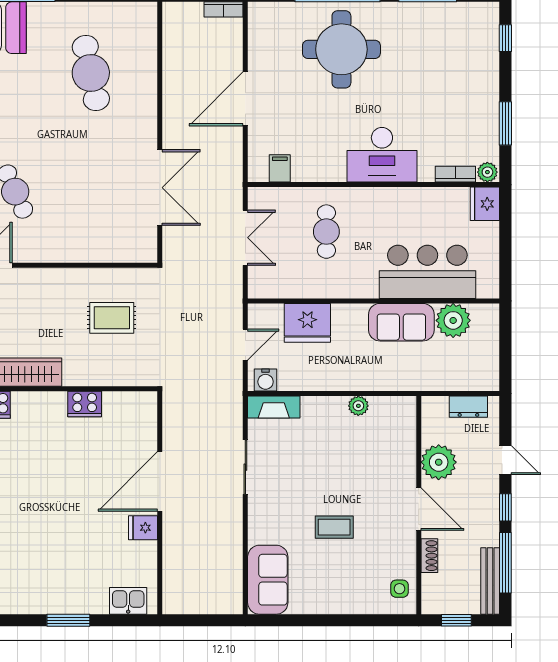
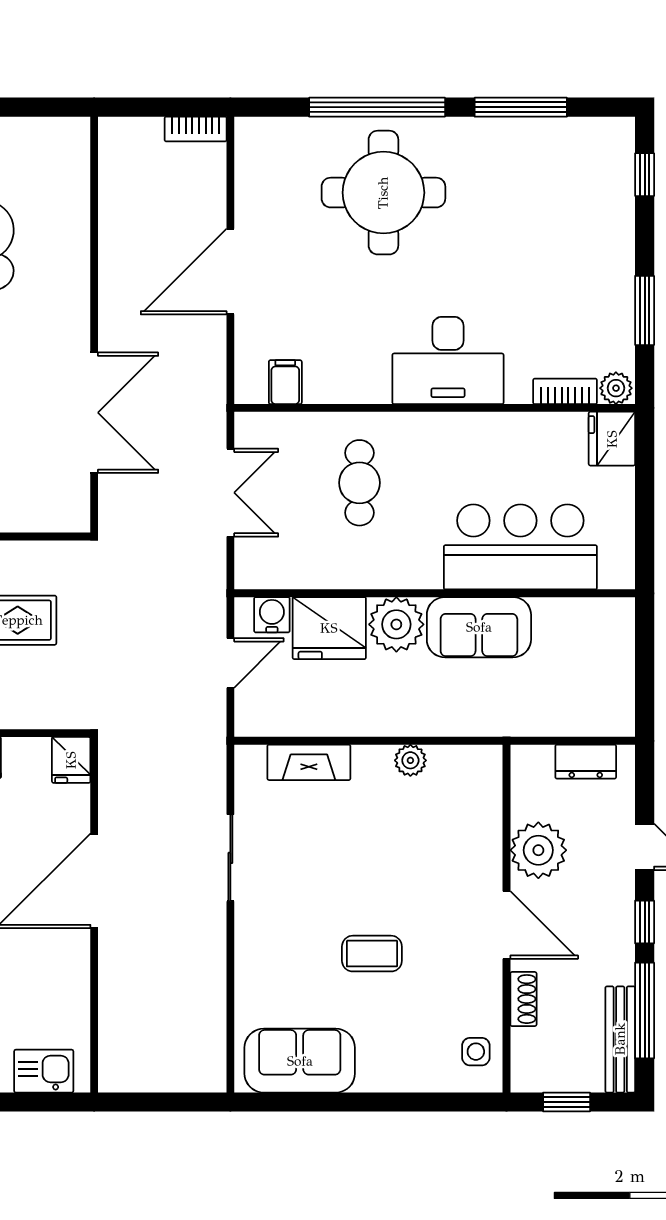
plant: (453, 320) -> (396, 624), moved
water cooler: (266, 380) -> (272, 615), moved, turned 180
fireplace: (274, 407) -> (309, 762), moved
fridge: (143, 528) -> (71, 760), moved, turned -90
sofa: (268, 580) -> (300, 1061), moved, turned -90

